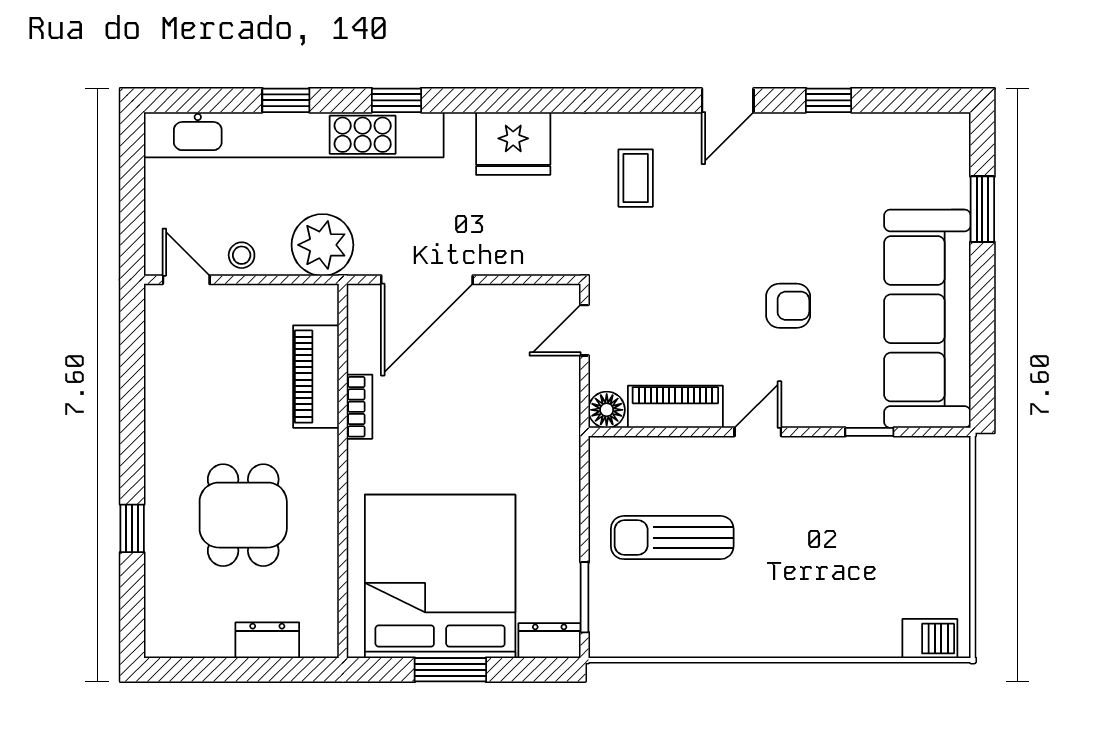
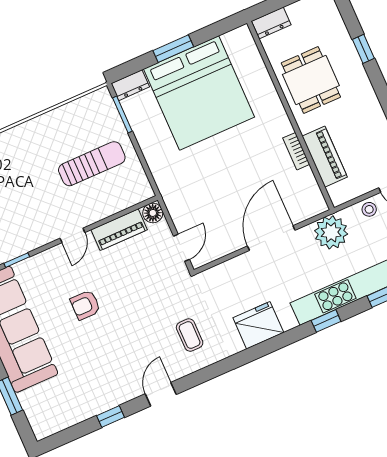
piano: (316, 377) -> (325, 157), moved
bookcase: (360, 407) -> (296, 151), moved
wall: (343, 471) -> (290, 115), moved

